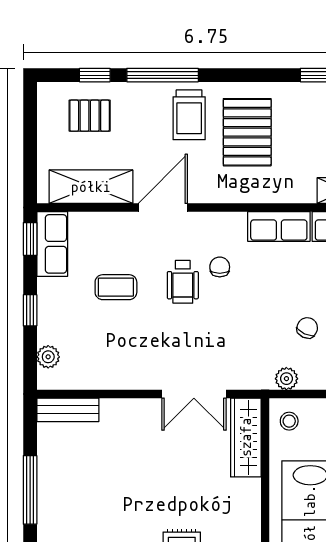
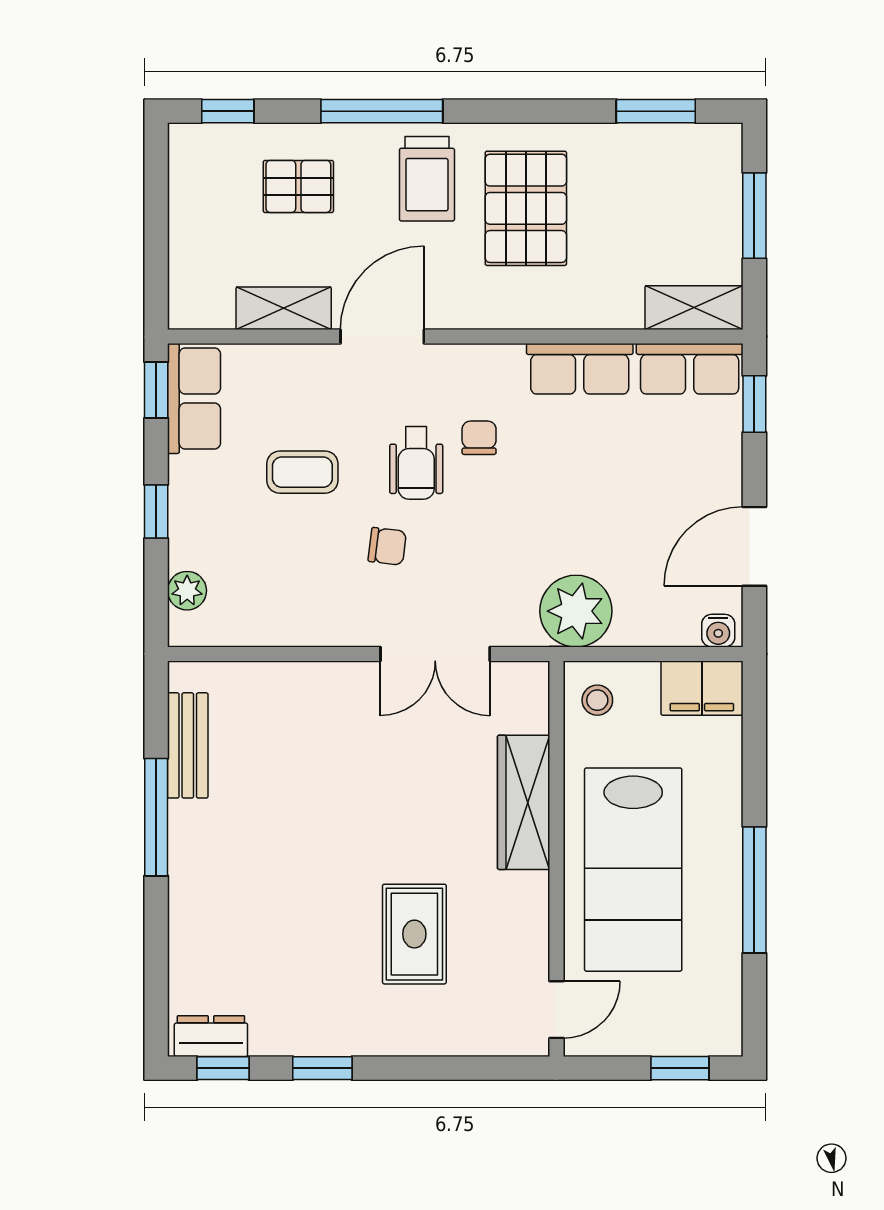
window: (95, 75) -> (228, 111), moved
pallet: (90, 116) -> (298, 186), moved
shelving: (91, 187) -> (284, 308), width x0.67, depth x0.75
chair: (307, 328) -> (387, 546), moved, turned 72
plant: (286, 379) -> (576, 611), width x1.88, depth x1.88
bench: (68, 410) -> (188, 745), moved, turned 90
wardrobe: (246, 437) -> (524, 802), moved

